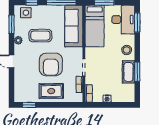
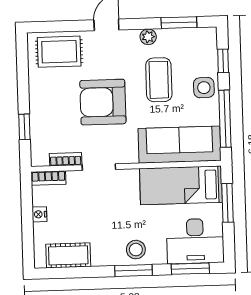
side table: (26, 13) -> (204, 88), moved
cot: (128, 72) -> (68, 255), moved
window: (137, 72) -> (133, 271), moved
rug: (51, 91) -> (59, 52), moved, turned 90
window: (29, 105) -> (24, 127), moved

